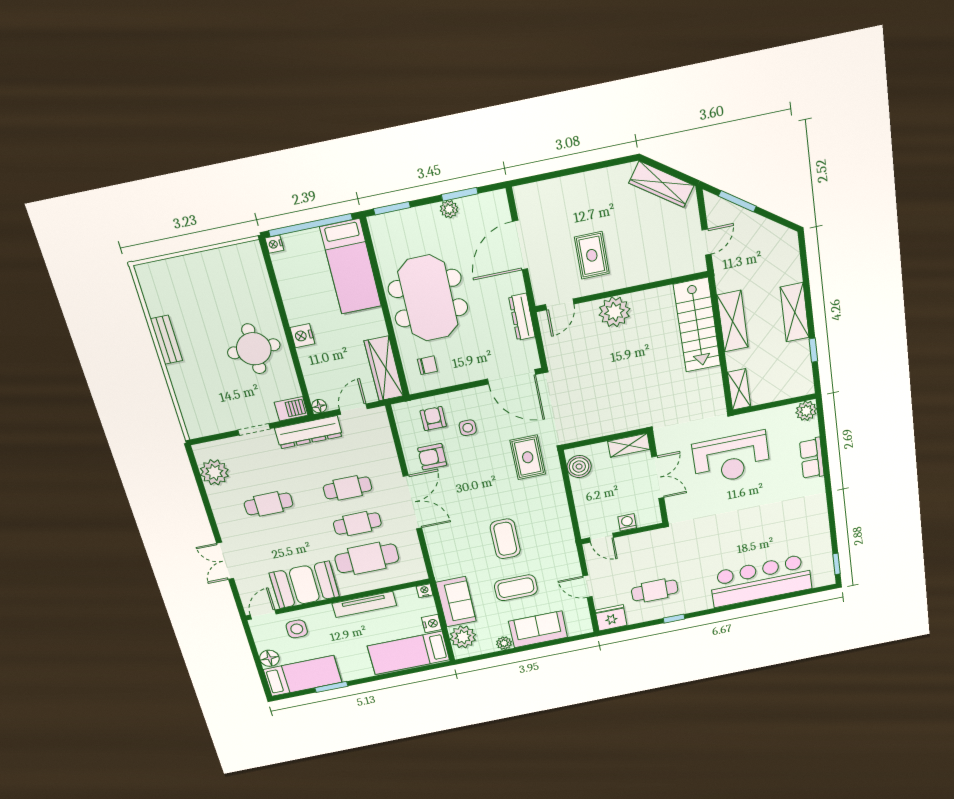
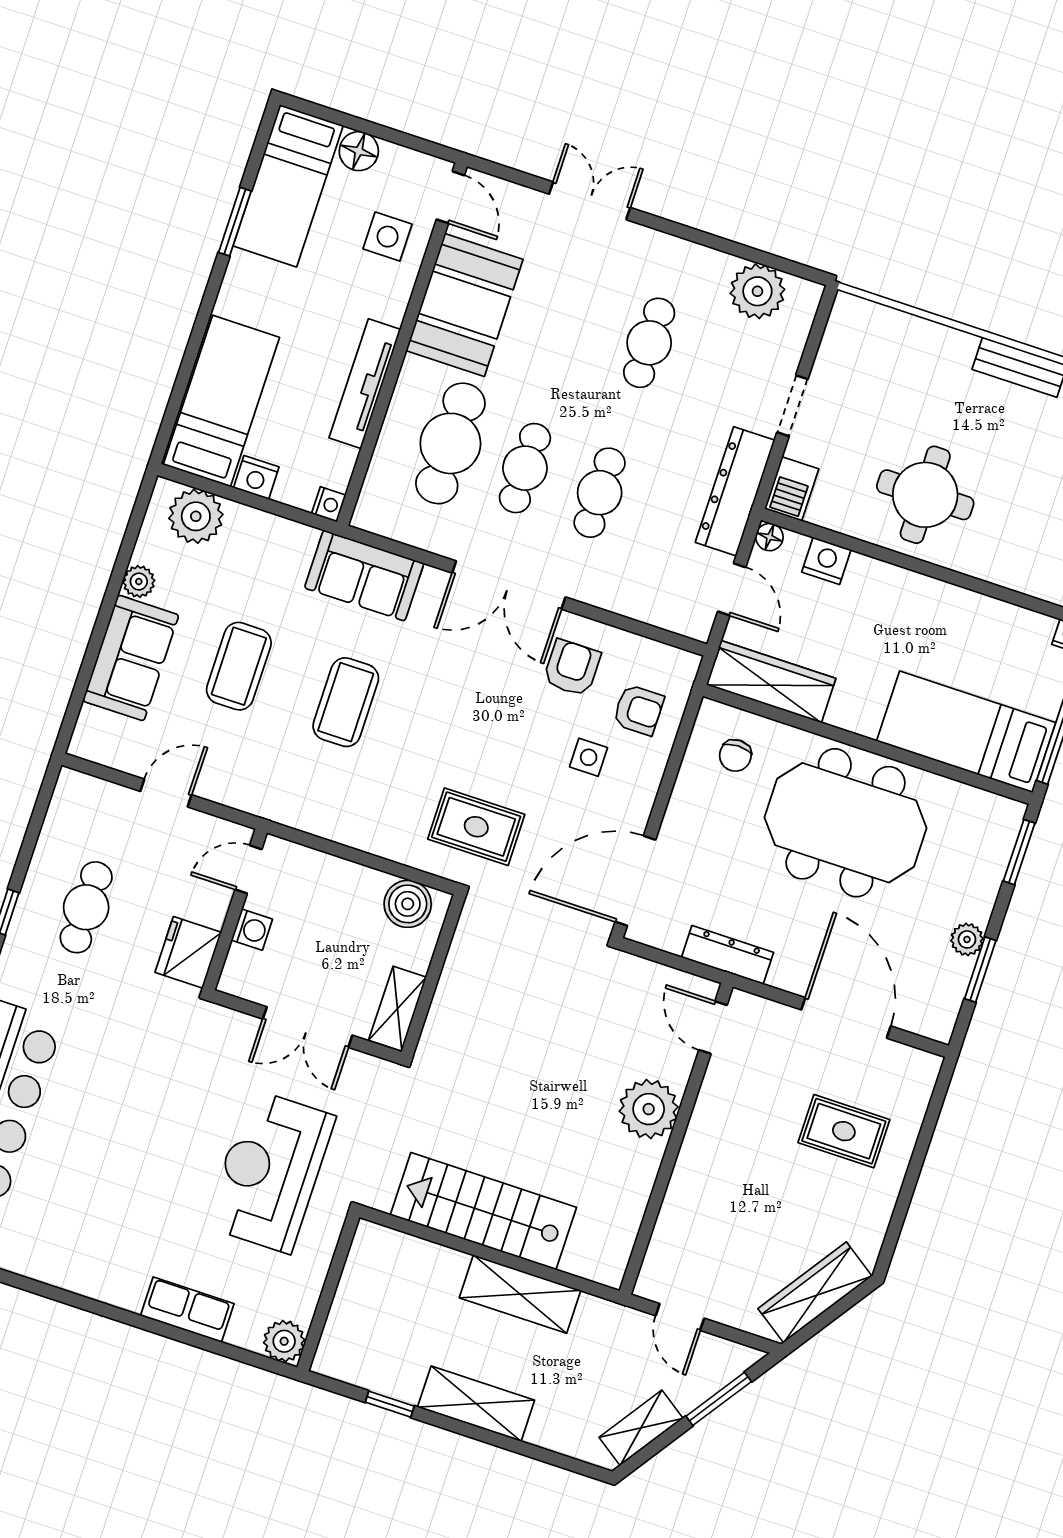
rug: (592, 255) -> (844, 1131), moved
stairs: (697, 325) -> (483, 1211), moved
nightstand: (302, 336) -> (826, 561), moved
shelving: (739, 389) -> (641, 1428), moved, turned -55
coffee table: (505, 539) -> (346, 702), turned 90
sofa: (456, 602) -> (364, 576), moved
fridge: (611, 618) -> (188, 952), moved, turned 180

